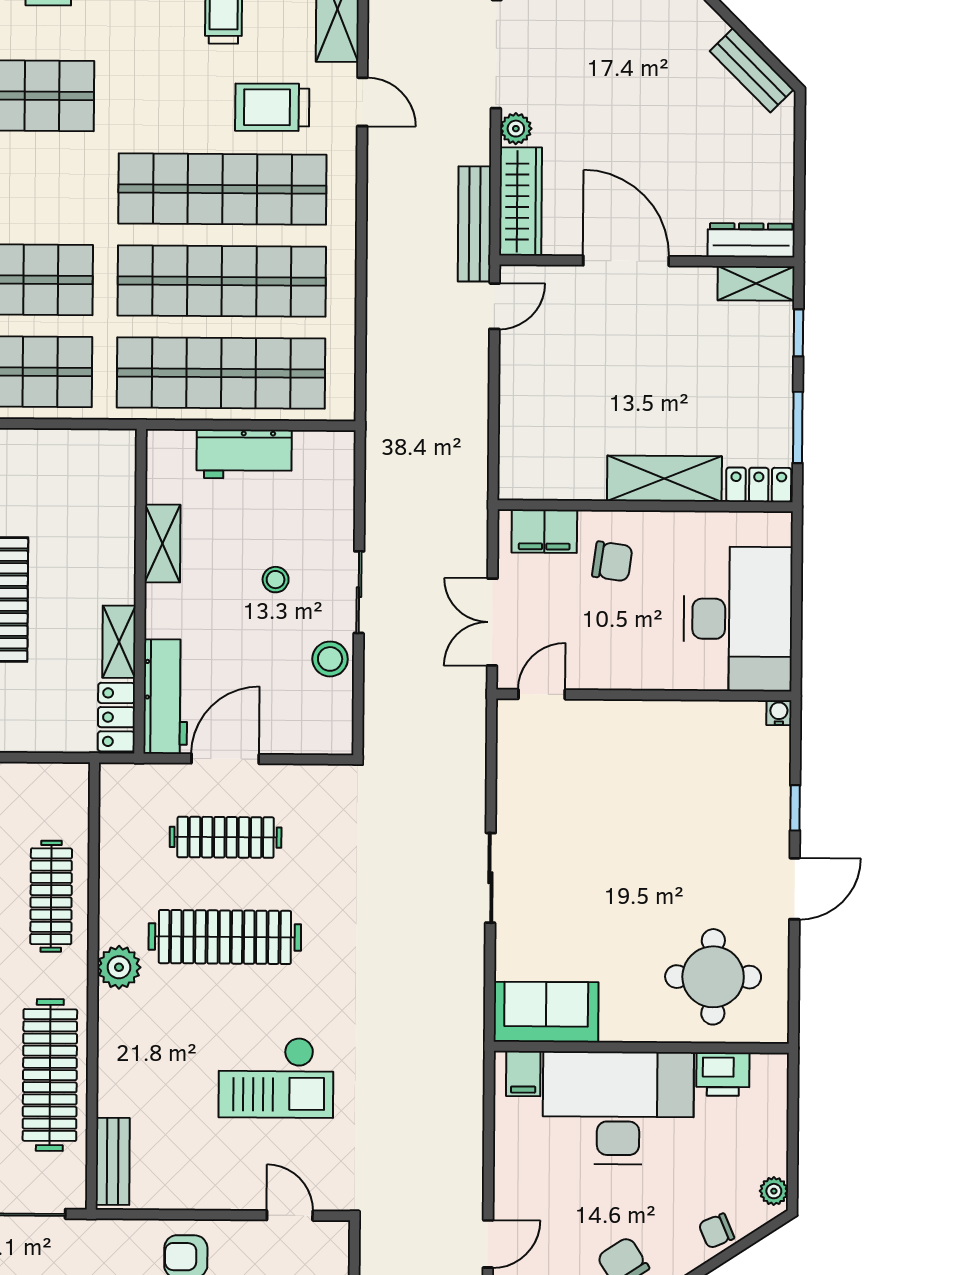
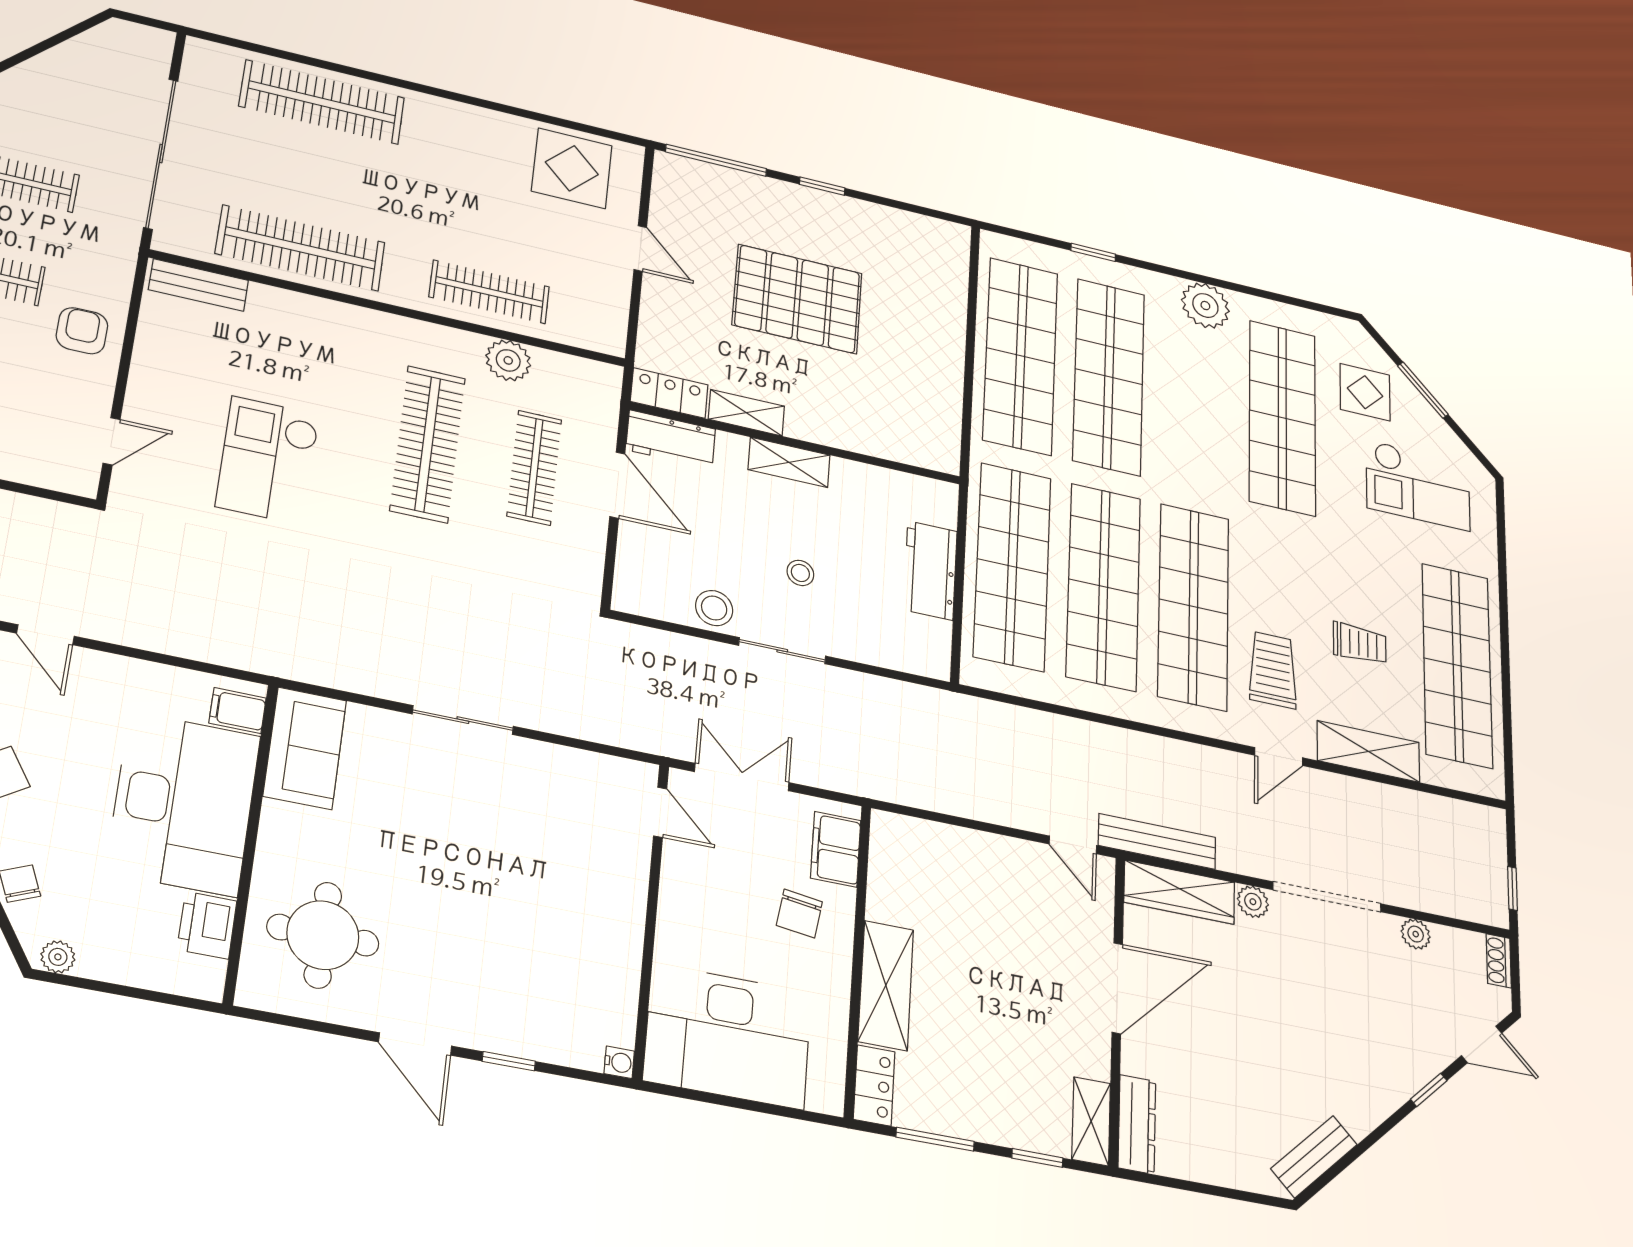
shelving: (162, 543) -> (789, 462), moved
workbench: (165, 697) -> (671, 439), width x0.73
plant: (119, 967) -> (508, 360), moved

